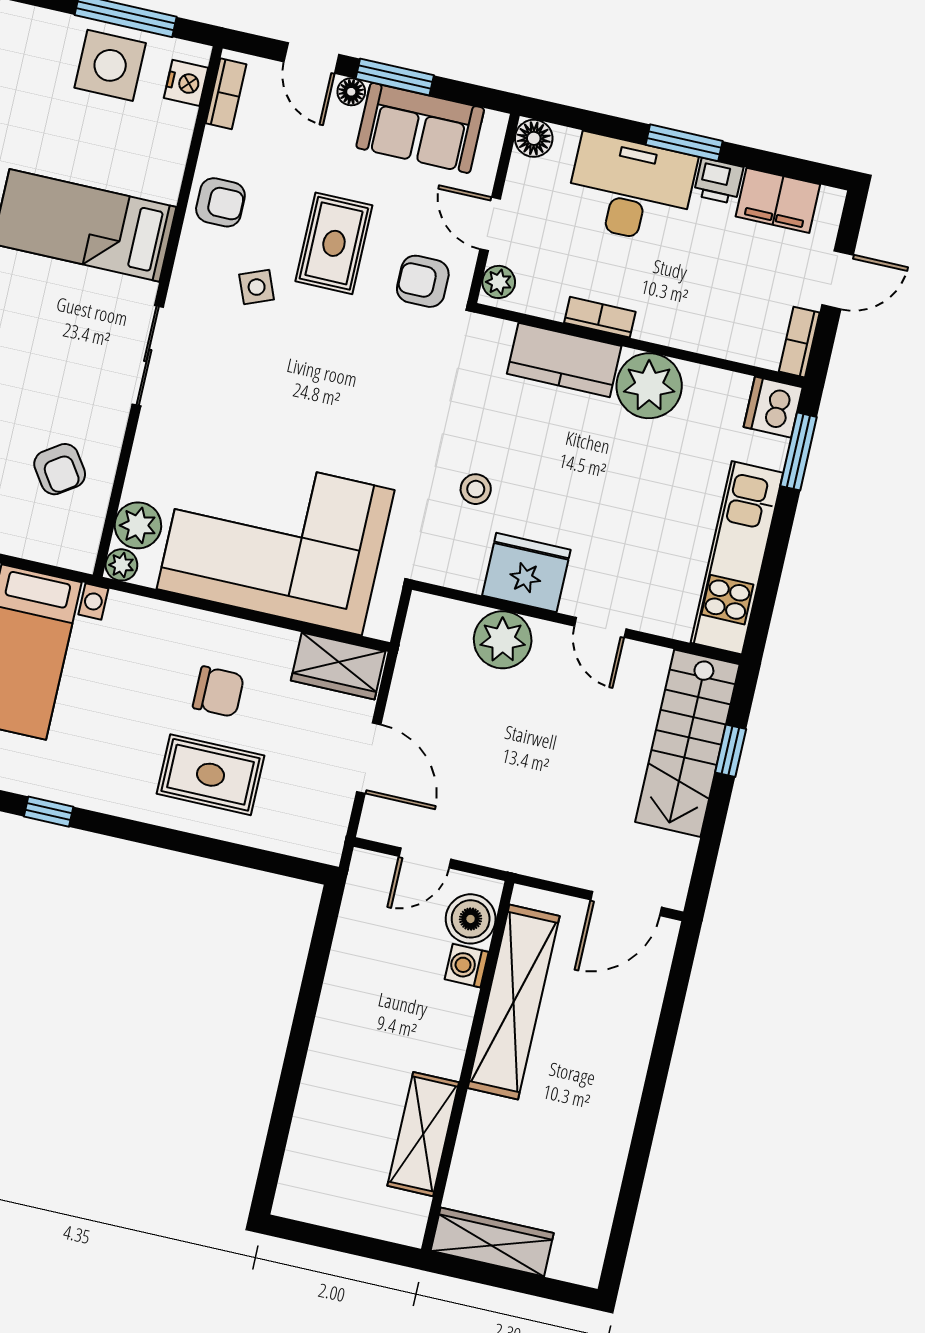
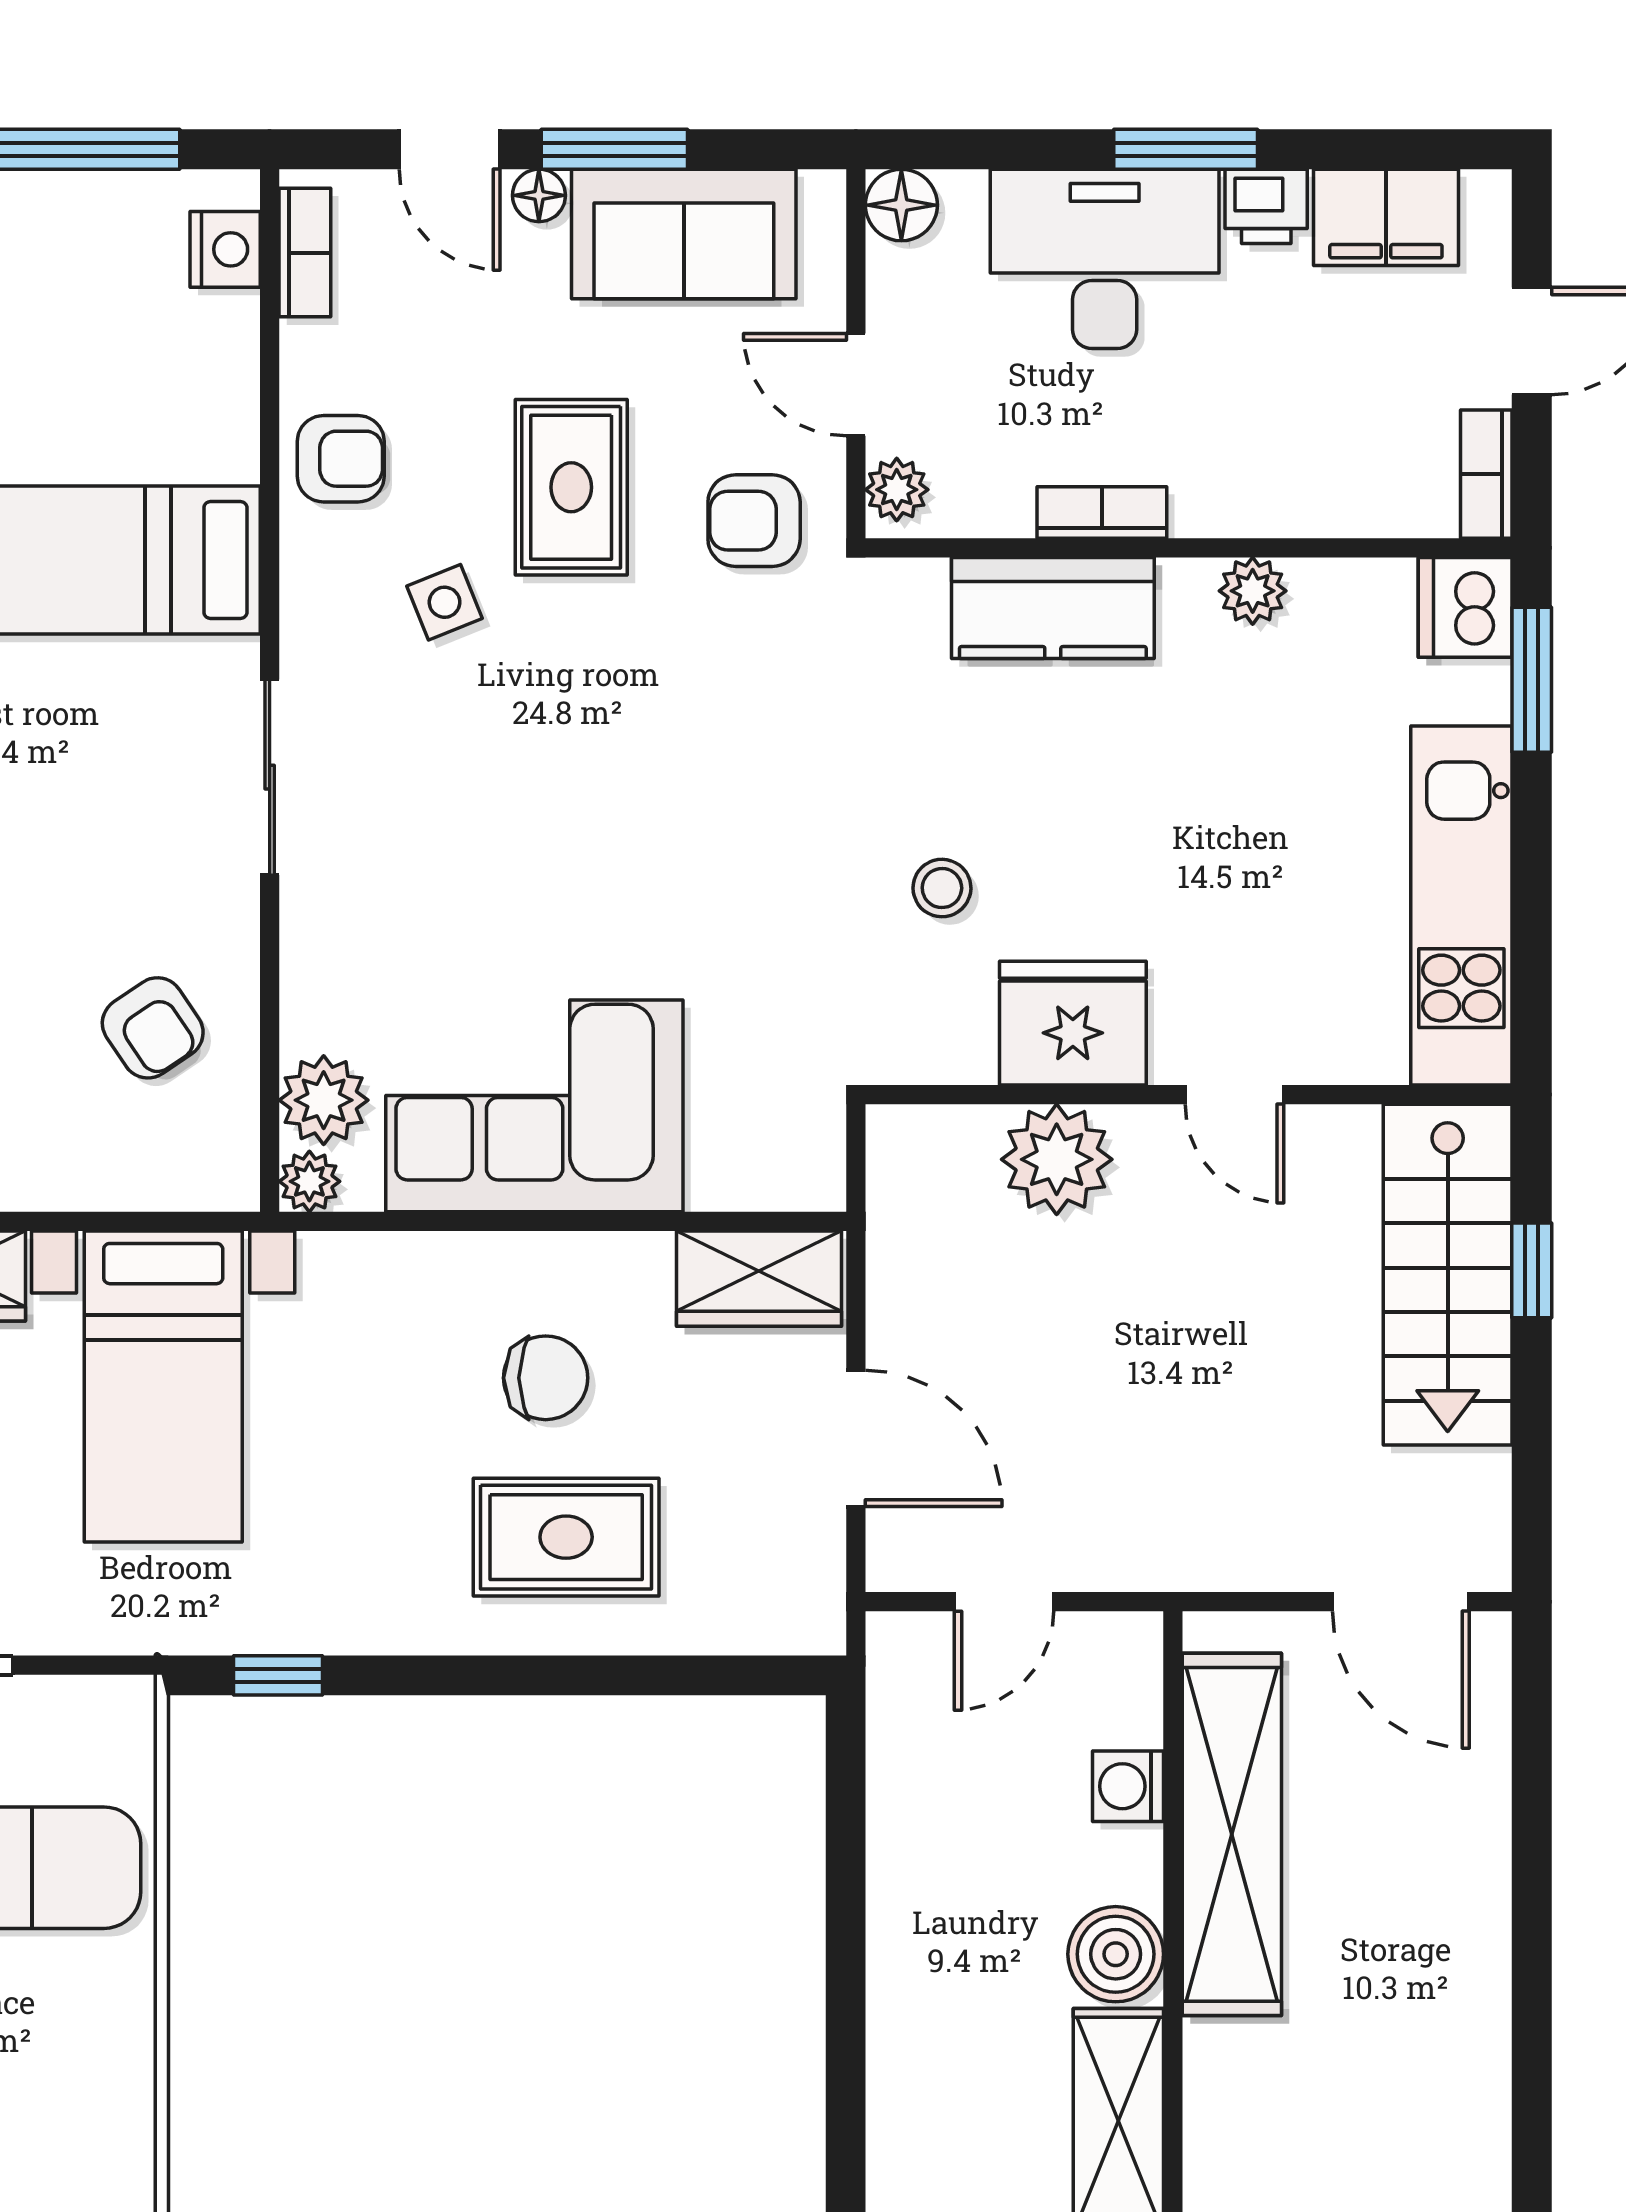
side table: (110, 65) -> (75, 249), removed
plant: (649, 386) -> (1253, 591), width x0.53, depth x0.53
corner sofa: (276, 539) -> (534, 1106), width x0.73, depth x0.74
door: (626, 904) -> (1401, 1602), hinge flipped
boiler: (471, 919) -> (1116, 1954), moved

